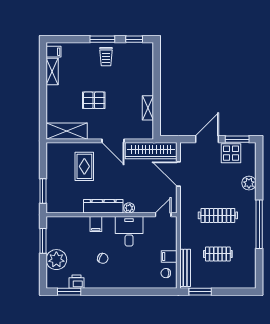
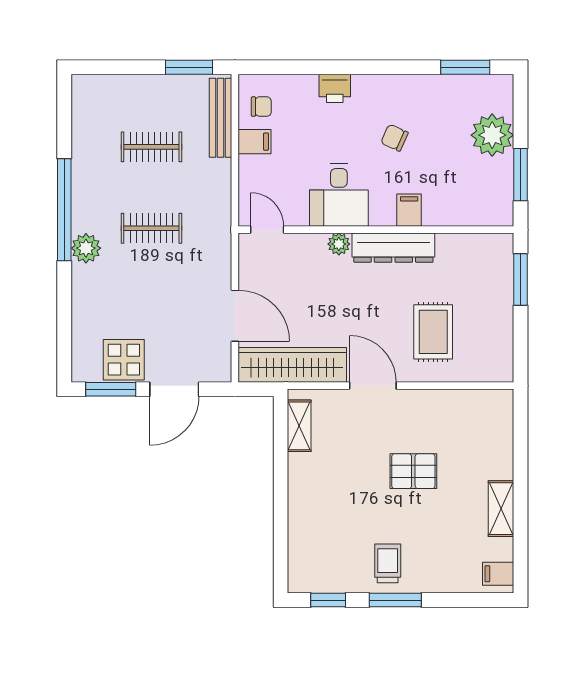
shelving: (52, 71) -> (501, 509), moved
shelving: (148, 108) -> (299, 426), moved
shelving: (67, 131) -> (470, 406), removed
plant: (249, 183) -> (86, 248), moved
door: (163, 215) -> (267, 230), swing flipped
clothes rail: (218, 215) -> (151, 228), width x0.73
printer: (76, 282) -> (335, 88), moved

